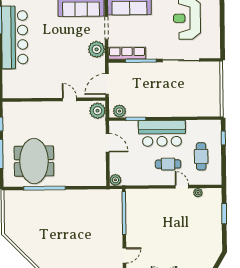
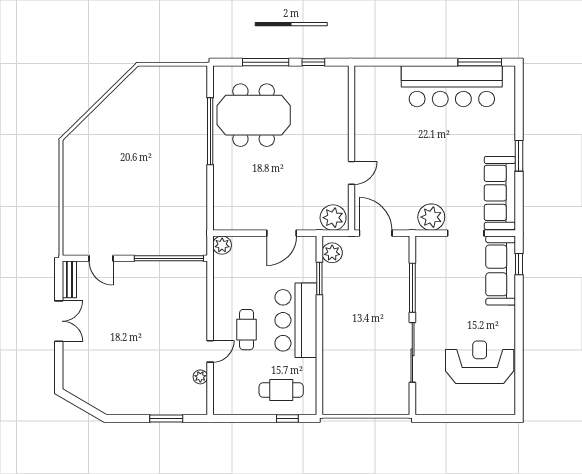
row of seats: (127, 53) -> (425, 266), removed
cafe table: (201, 156) -> (281, 390), moved

